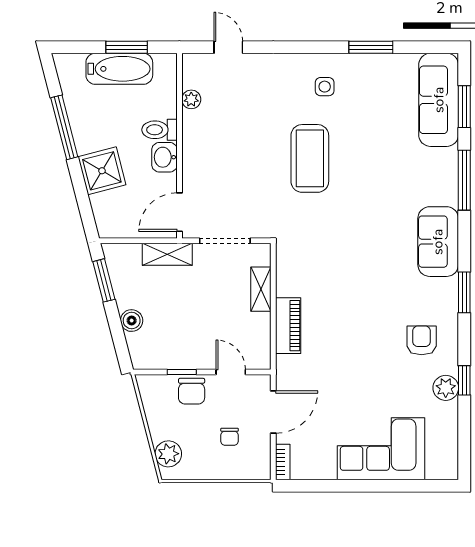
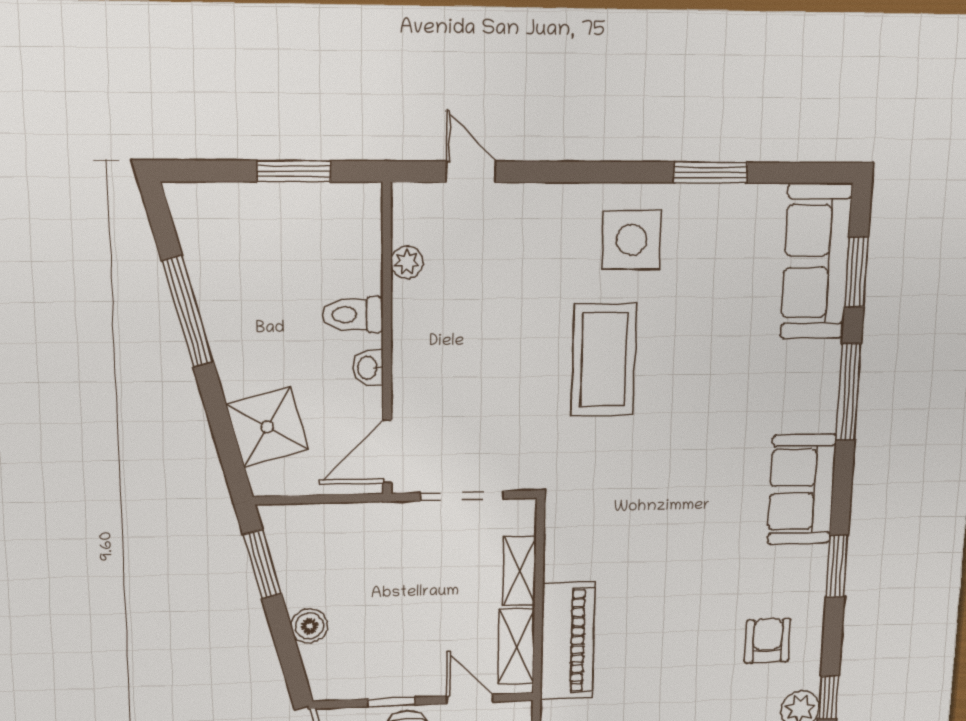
bathtub: (119, 69) -> (282, 209), removed
side table: (325, 87) -> (632, 240), width x1.87, depth x1.87
washbasin: (165, 157) -> (368, 368), width x0.72, depth x0.69
shower: (102, 171) -> (267, 427), moved
shelving: (167, 254) -> (516, 646), moved, turned 90
piano: (288, 326) -> (568, 641), width x1.37, depth x1.33

